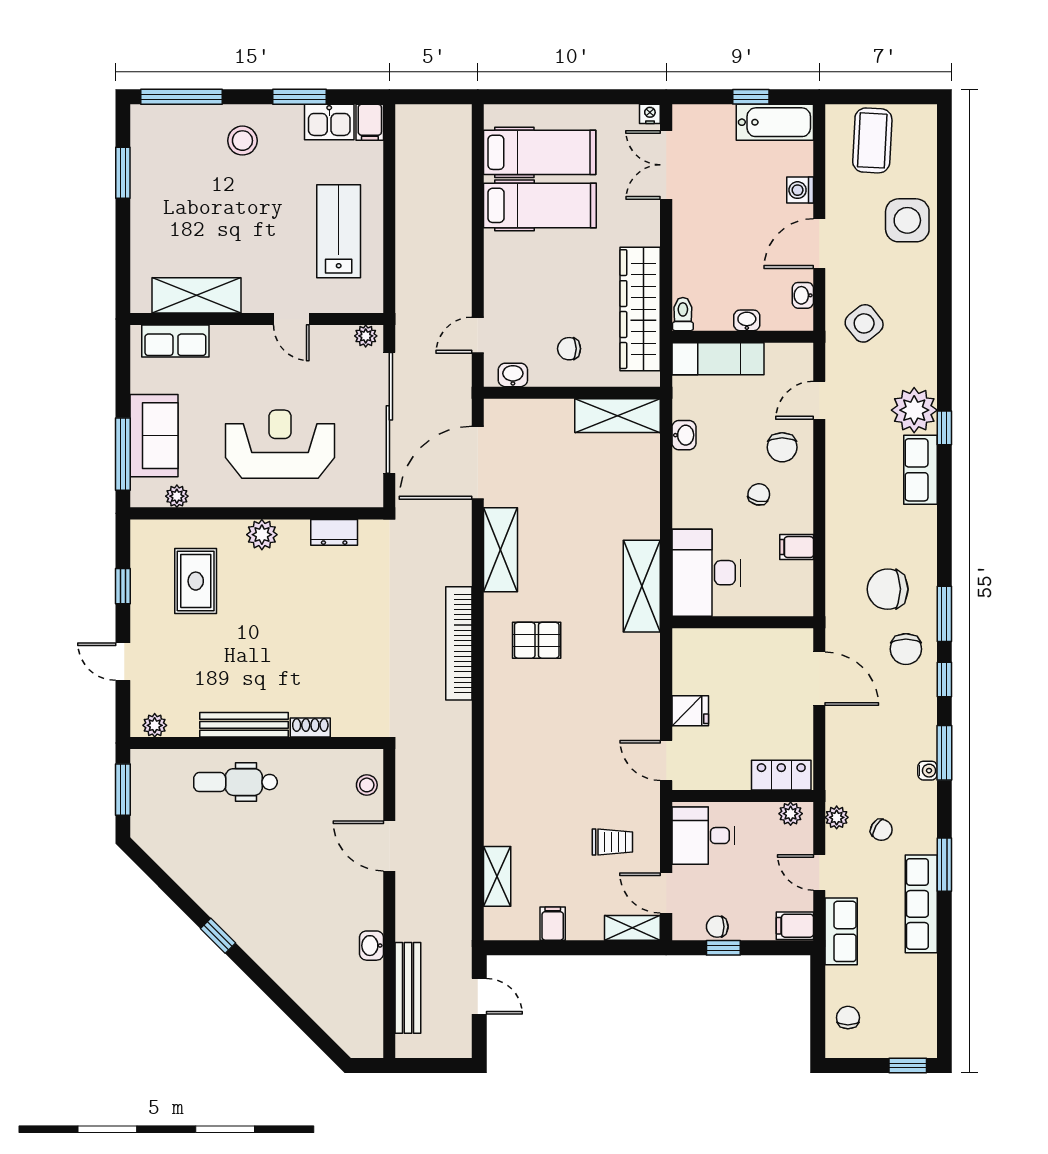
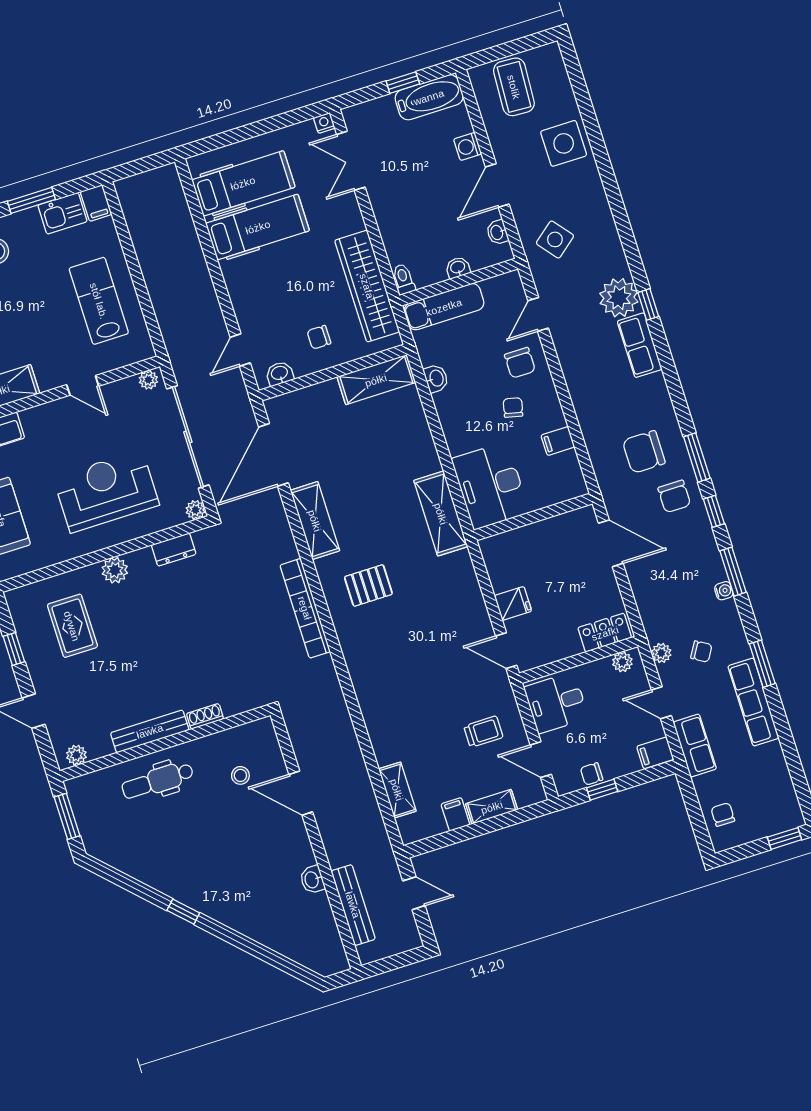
plant: (177, 496) -> (196, 510), moved
stool: (367, 785) -> (240, 775), moved
shelving: (632, 928) -> (492, 807), moved

